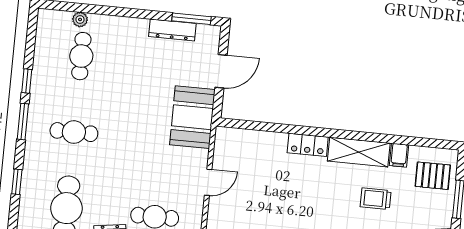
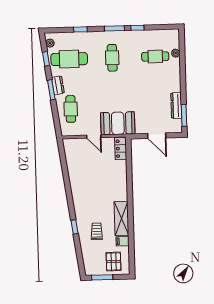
booth: (192, 117) -> (118, 123), moved
locker: (308, 145) -> (121, 149), moved

